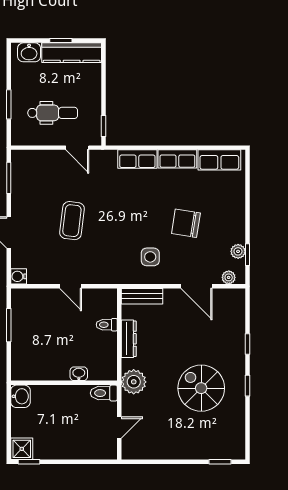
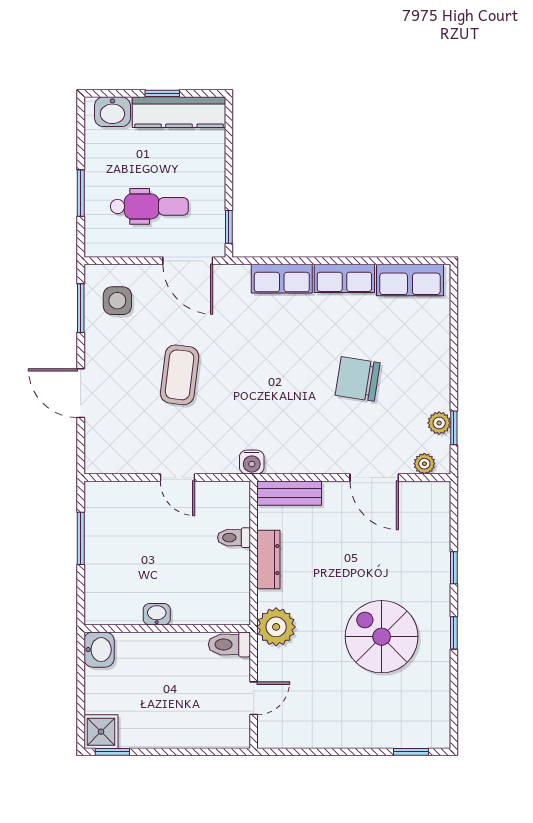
door: (77, 148) -> (188, 261), width x1.38
side table: (150, 257) -> (117, 301), moved
water cooler: (19, 276) -> (252, 462), moved, turned -90
washbasin: (79, 374) -> (157, 614), moved

